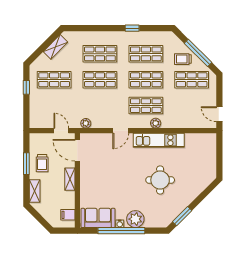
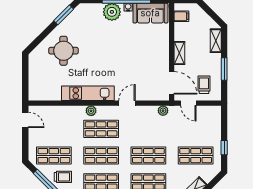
trolley: (42, 163) -> (204, 85), moved
round table: (160, 180) -> (63, 51), moved

